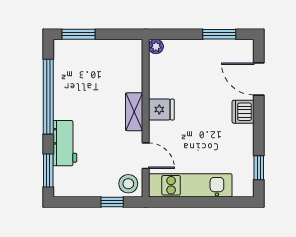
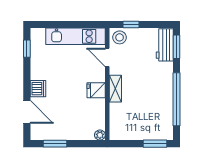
workbench: (65, 143) -> (165, 45), moved

